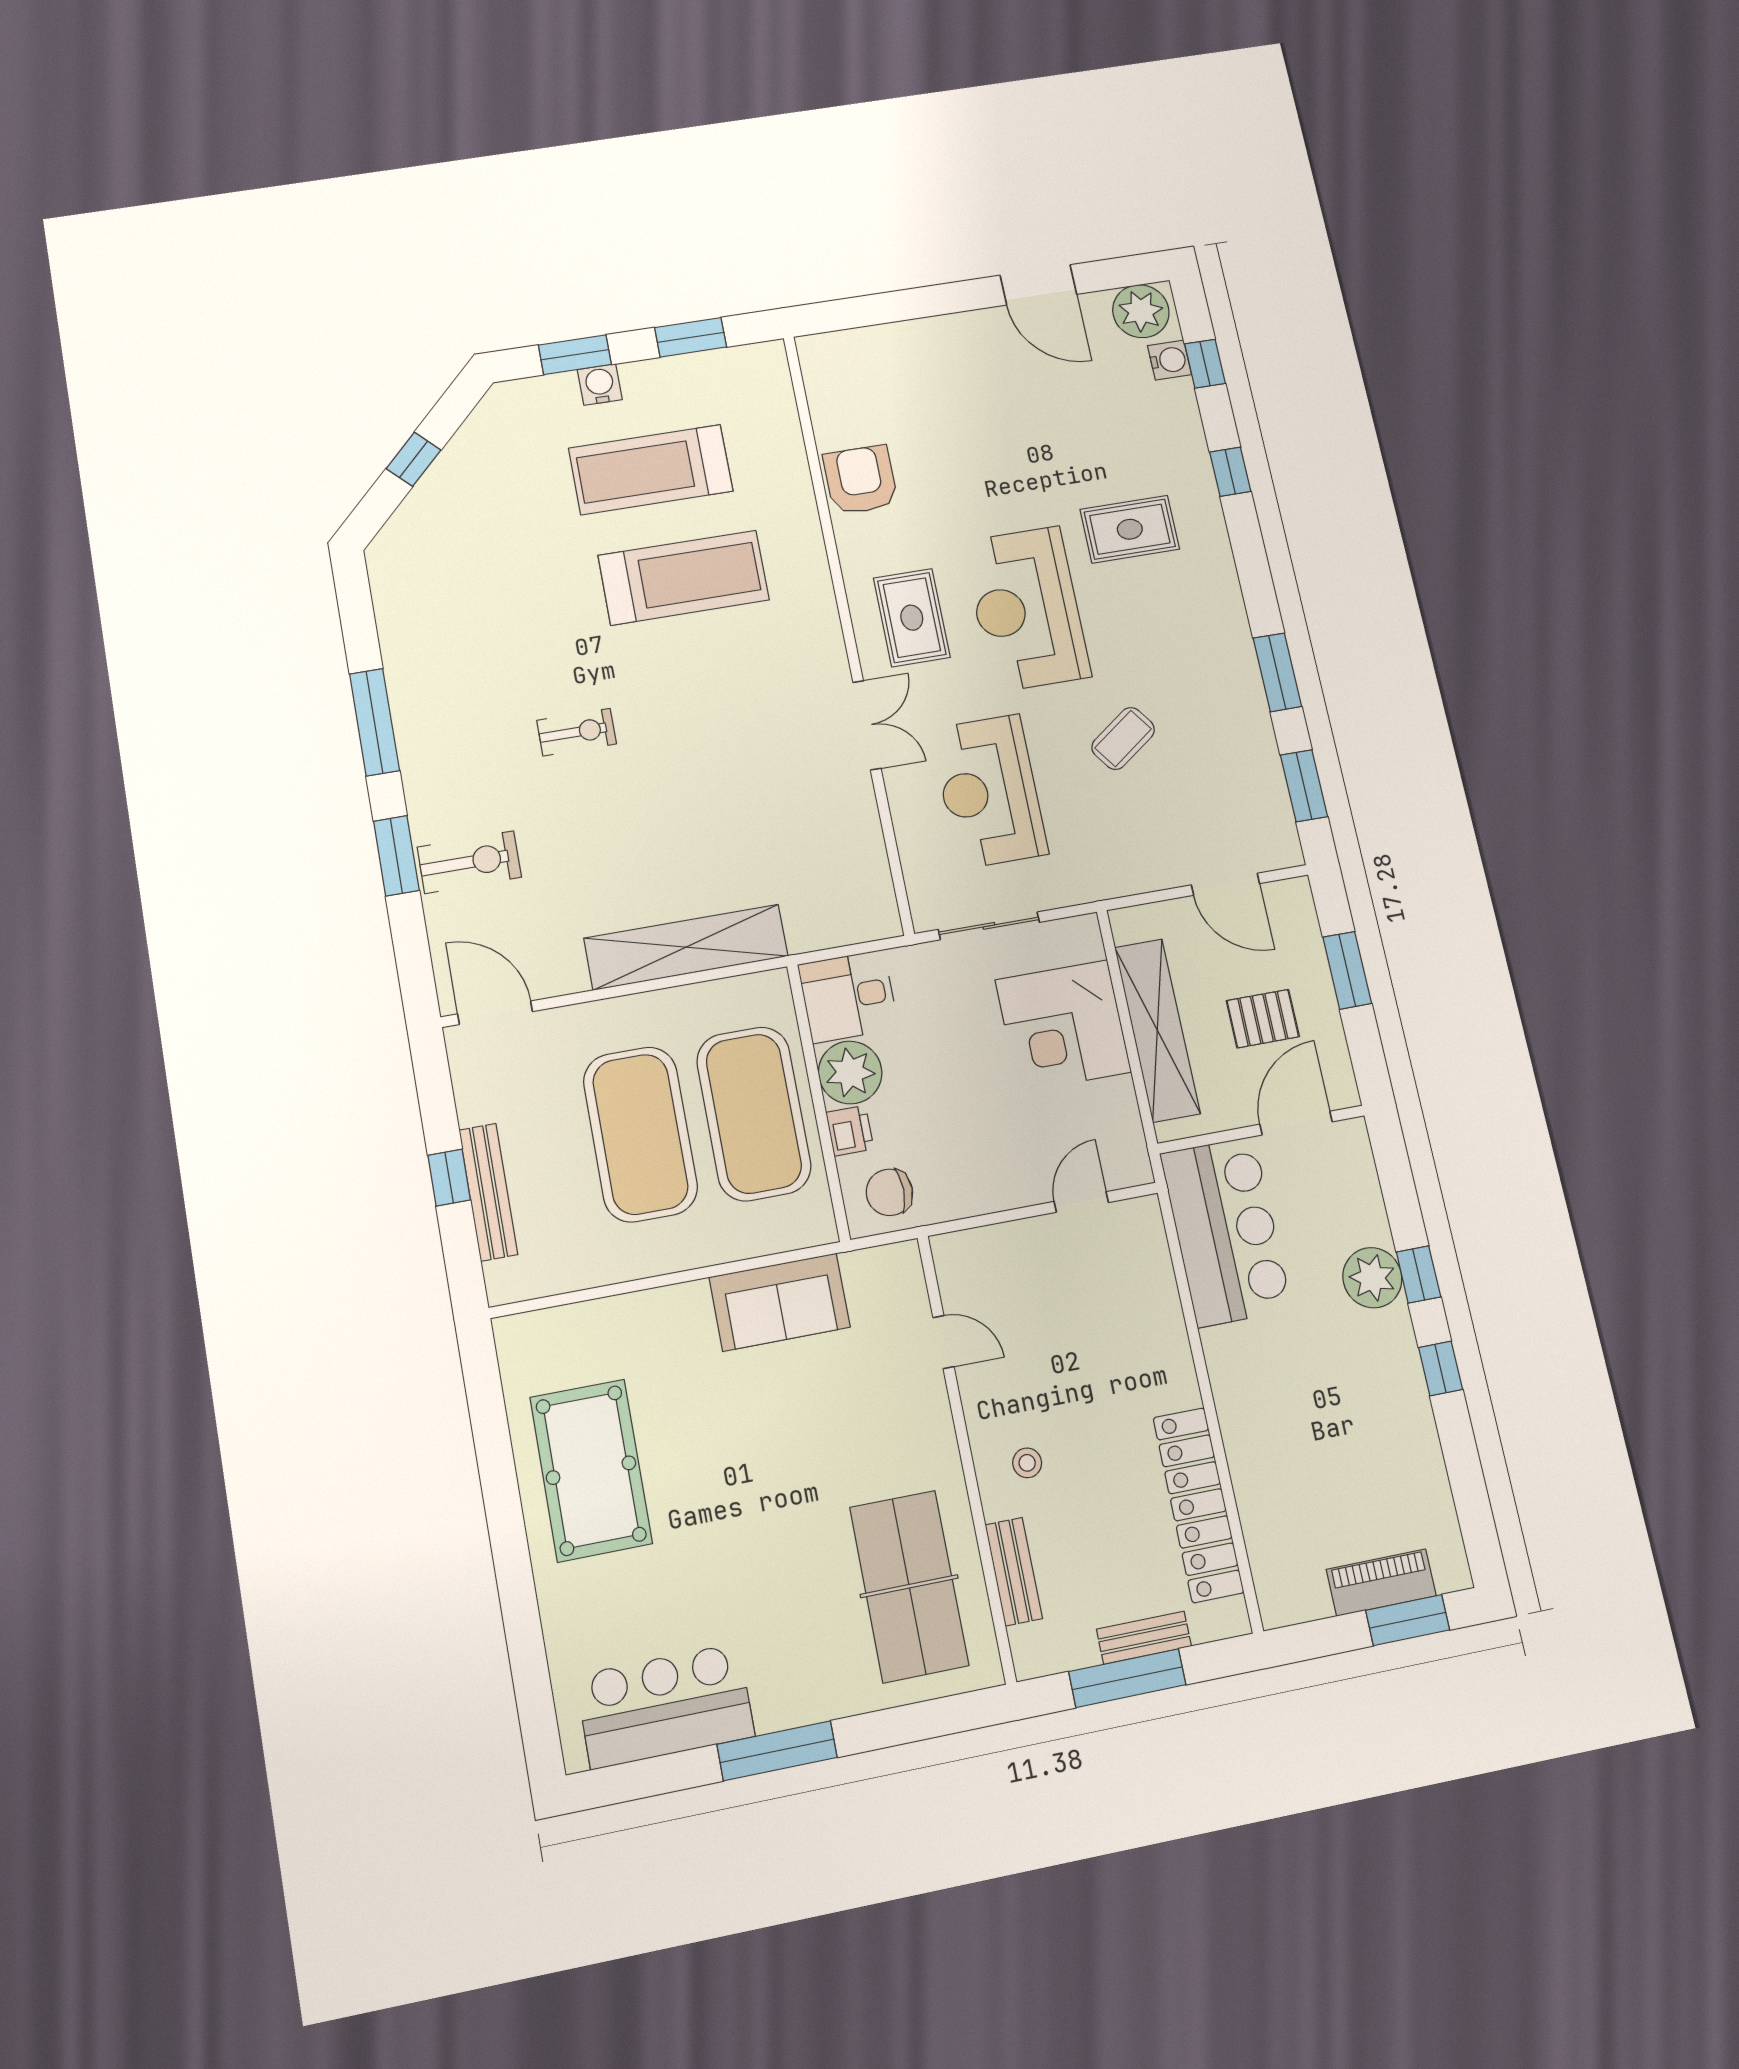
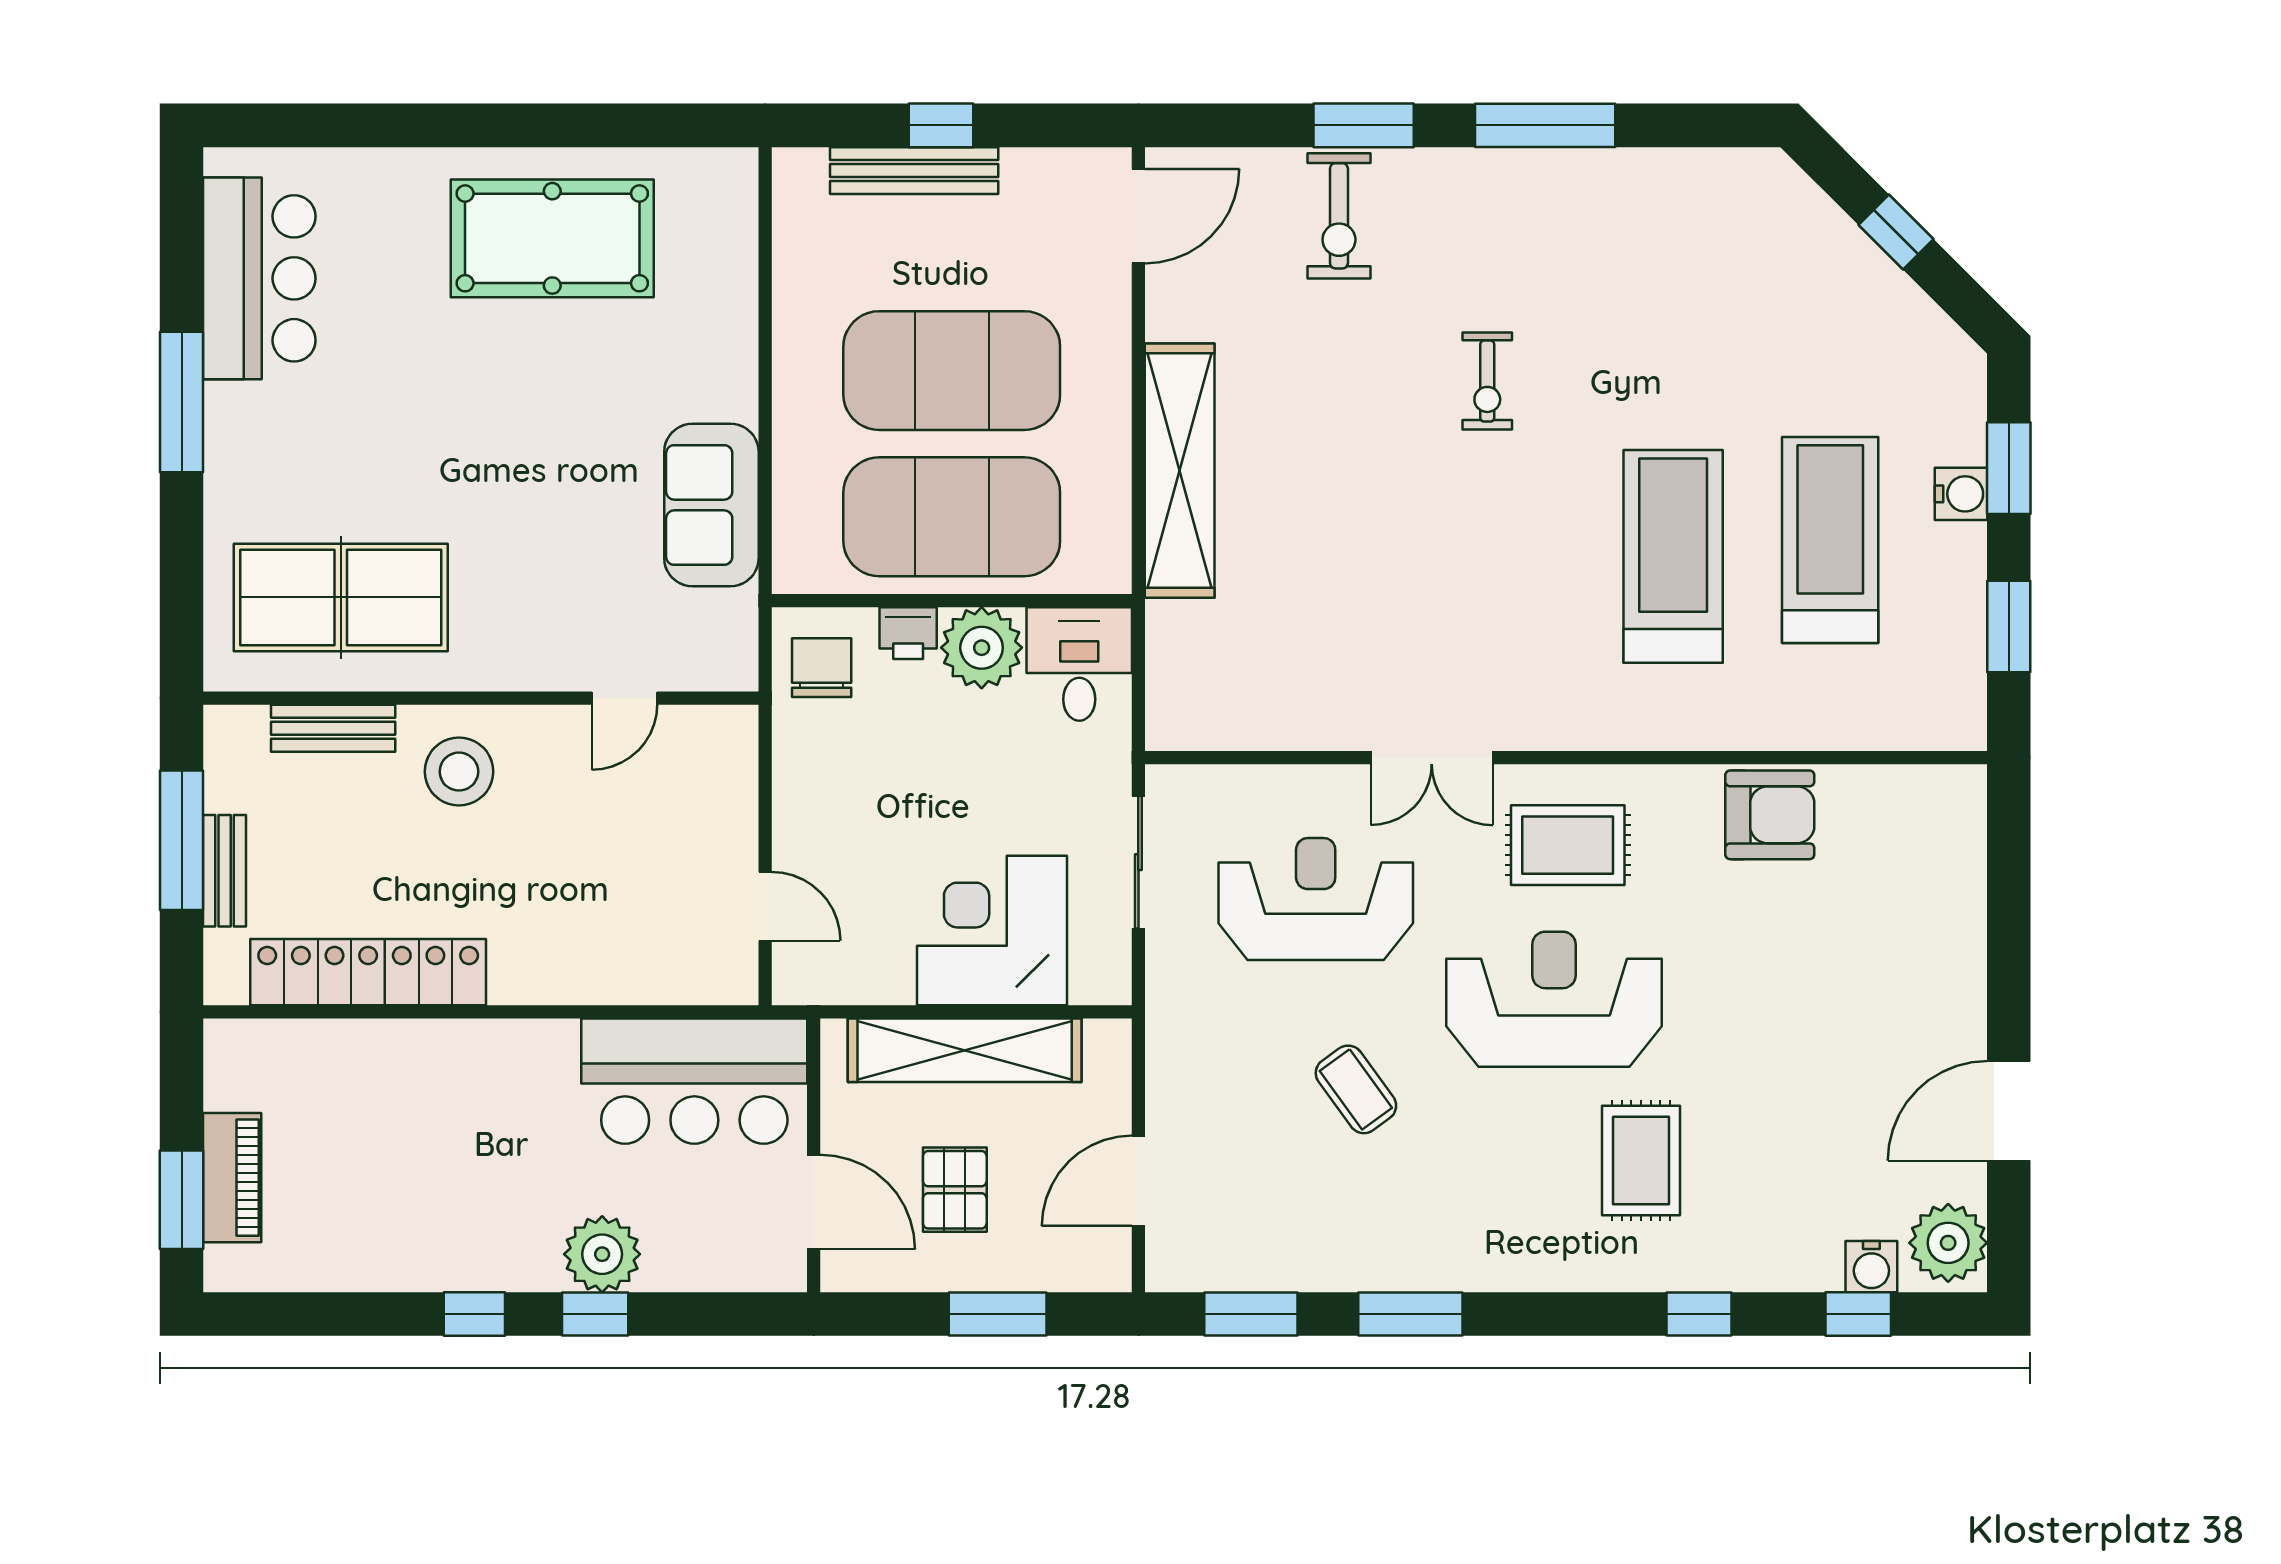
treadmill: (684, 578) -> (1673, 556), turned 180
stool: (1027, 1463) -> (459, 772), width x1.89, depth x1.89

